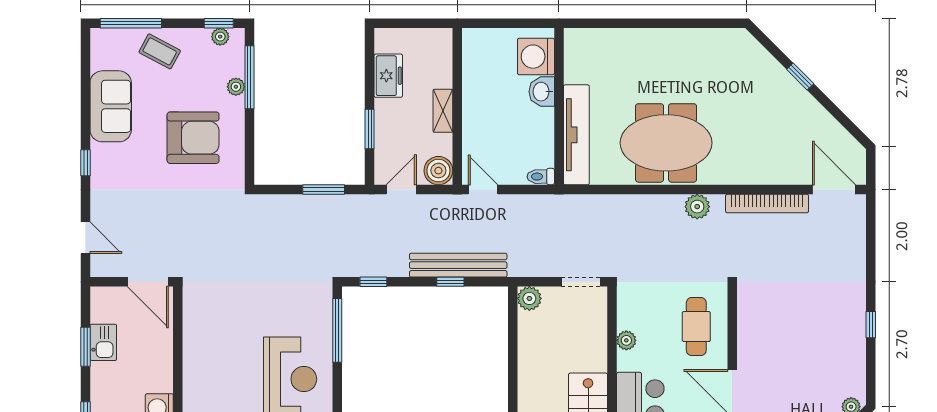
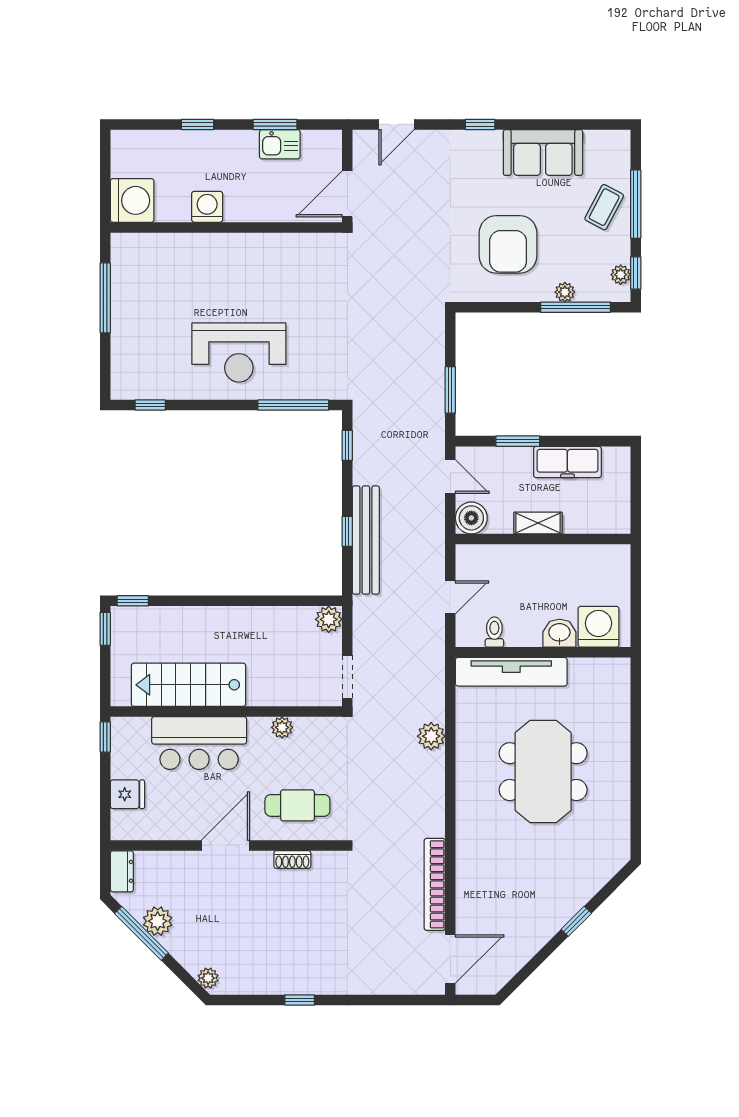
window: (131, 23) -> (636, 204), moved
freezer: (388, 76) -> (567, 462), width x1.40
meeting table: (666, 143) -> (543, 772), moved
toilet: (541, 177) -> (494, 632), moved
door: (483, 189) -> (450, 597), moved
plant: (697, 207) -> (431, 736), moved
shoe rack: (745, 331) -> (292, 860), added

